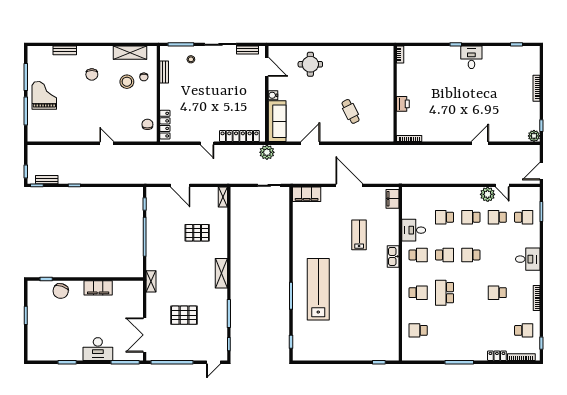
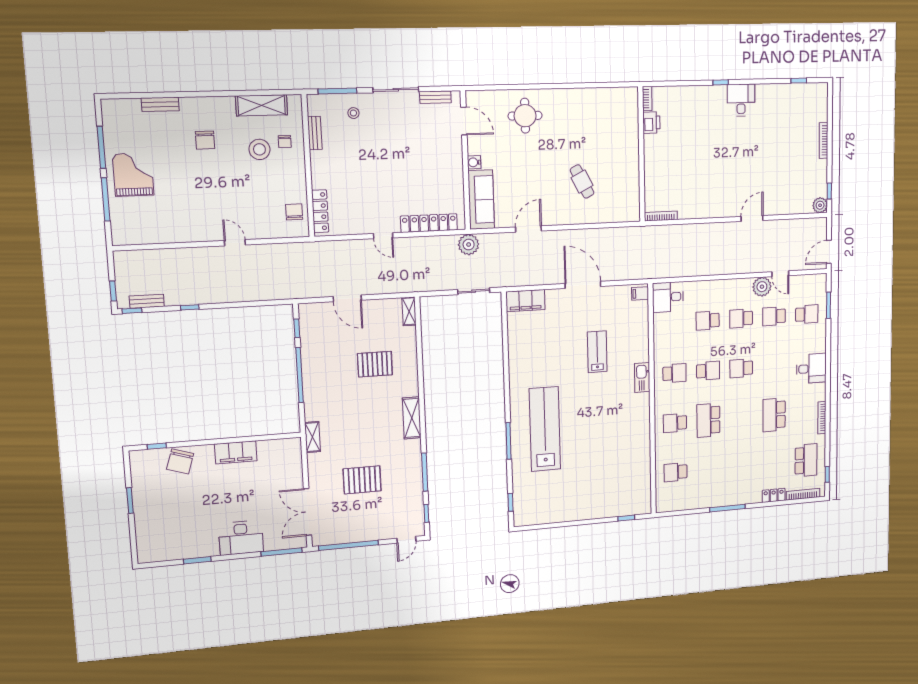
printer: (403, 104) -> (651, 123), moved
filing cabinet: (392, 199) -> (640, 293), width x0.50
desk: (414, 230) -> (668, 297), moved
school desk: (418, 293) -> (675, 423), turned 180
school desk: (497, 293) -> (774, 415), width x1.85
school desk: (524, 330) -> (806, 460), width x1.85

